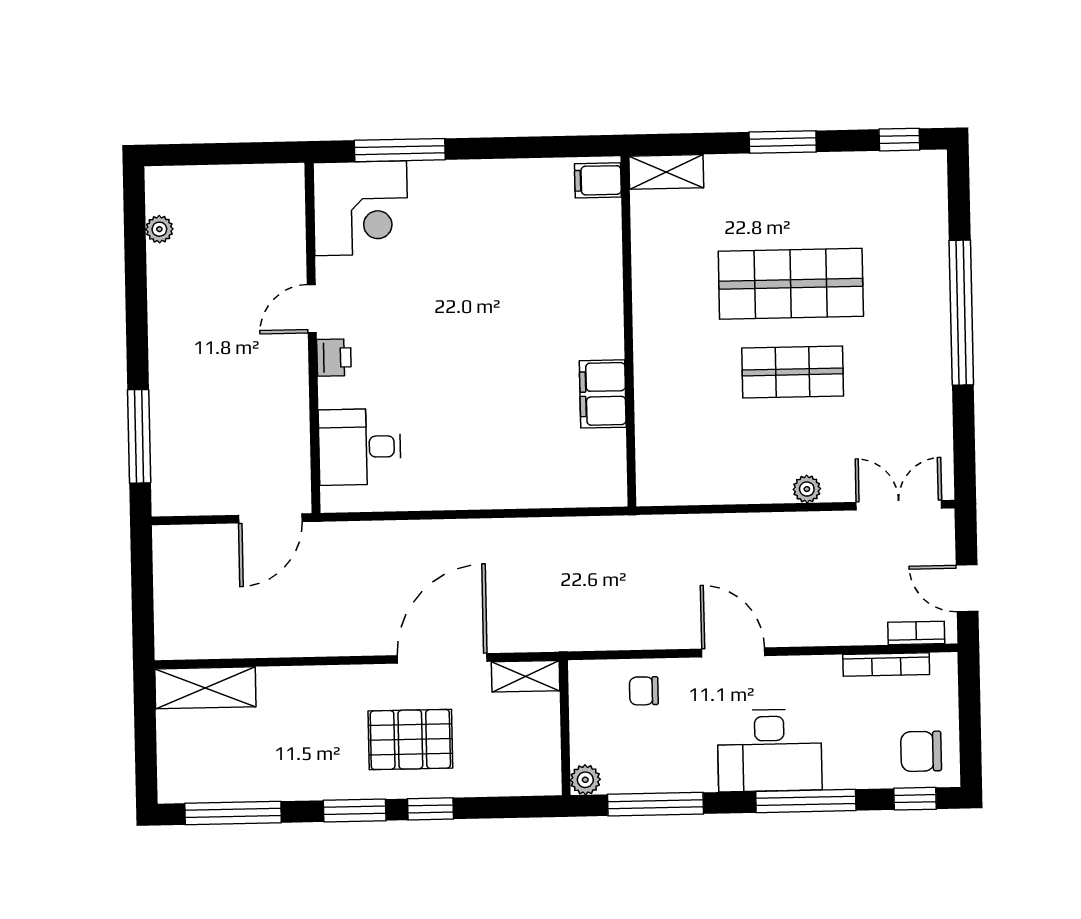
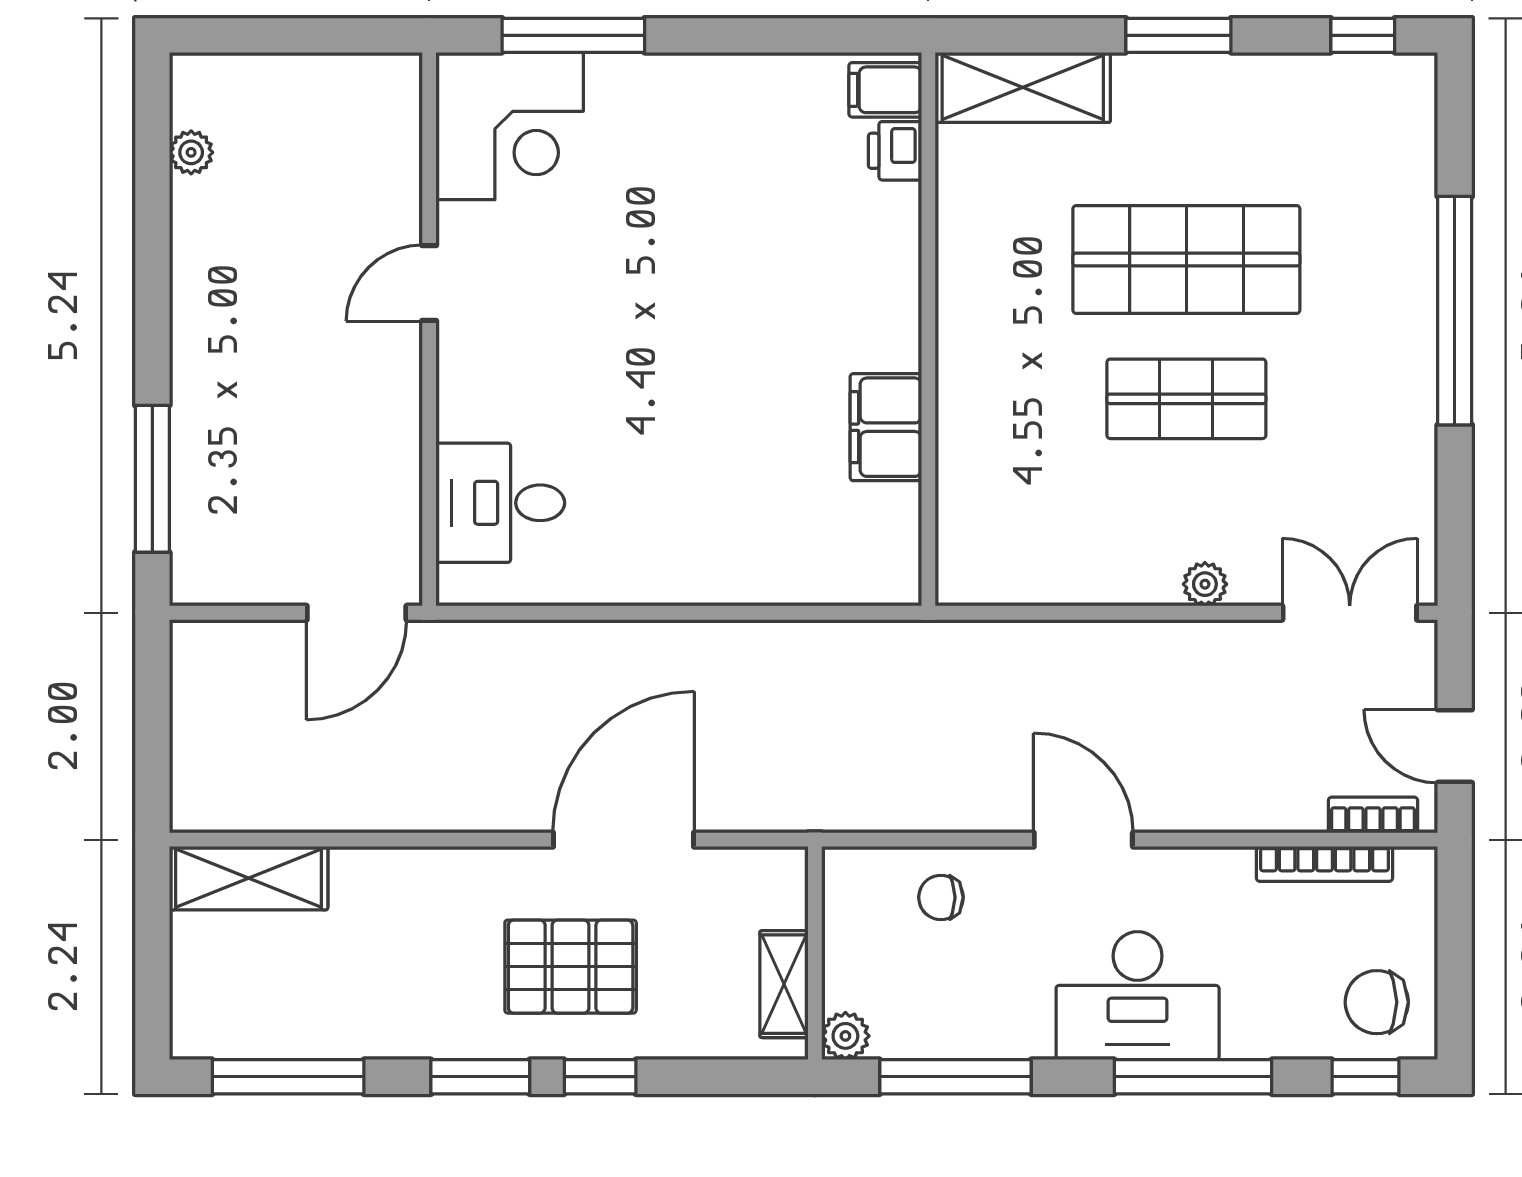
shelving: (666, 172) -> (1023, 87), width x1.50, depth x1.33
printer: (334, 358) -> (895, 151), moved, turned 180
shelving: (526, 676) -> (784, 984), moved, turned 90

